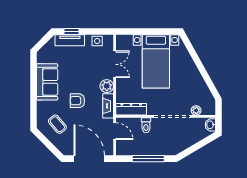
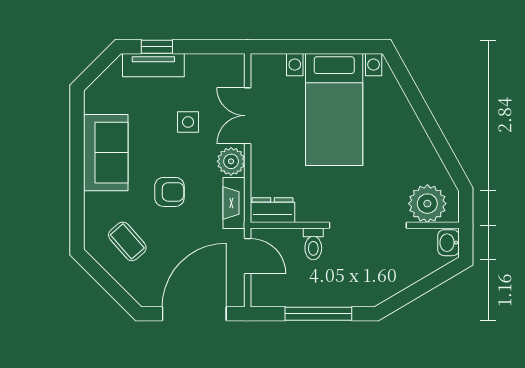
side table: (97, 41) -> (188, 122), moved
double door: (115, 64) -> (248, 116), swing flipped
armchair: (77, 101) -> (169, 192), turned 180
dresser: (131, 109) -> (272, 210), width x0.70
plant: (196, 110) -> (427, 204), width x1.88, depth x1.88
door: (89, 159) -> (194, 314), hinge flipped

